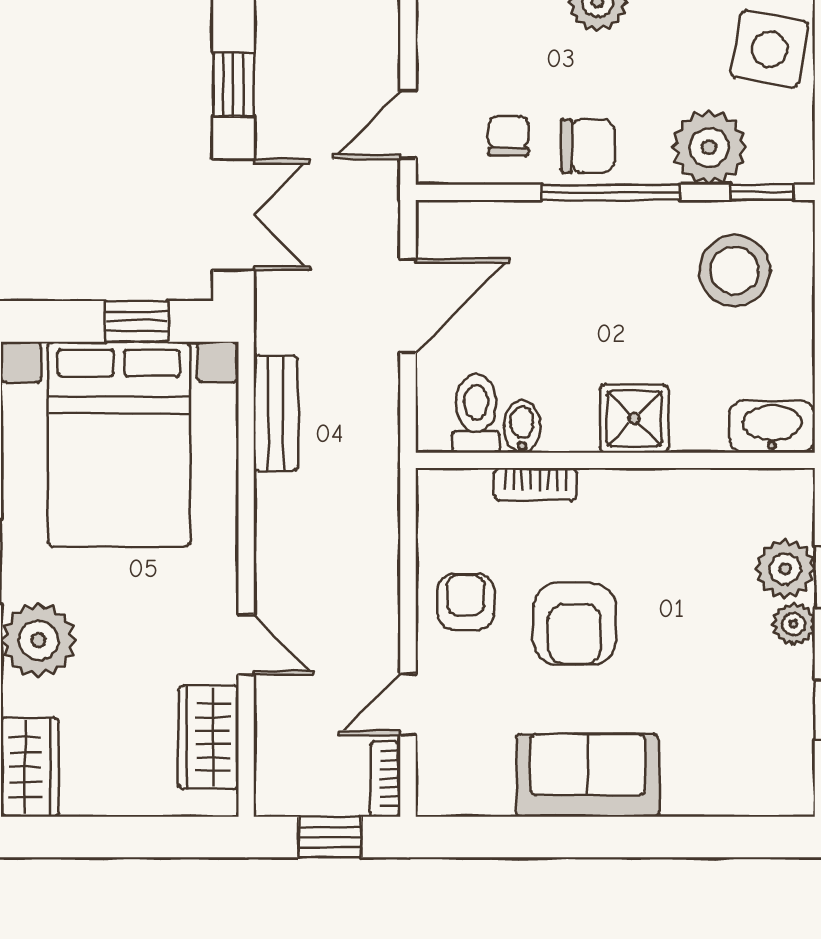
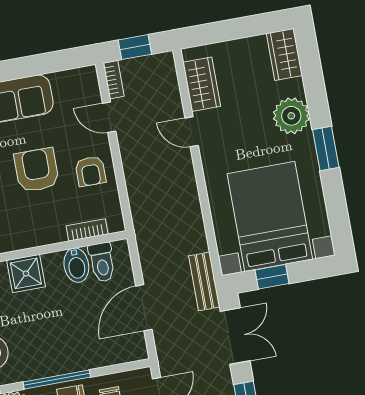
double door: (234, 215) -> (235, 336), swing flipped
bench: (276, 413) -> (204, 281), moved
bidet: (522, 426) -> (76, 265), width x1.38, depth x1.36
bookcase: (535, 484) -> (87, 230), moved
door: (408, 704) -> (109, 117), swing flipped

